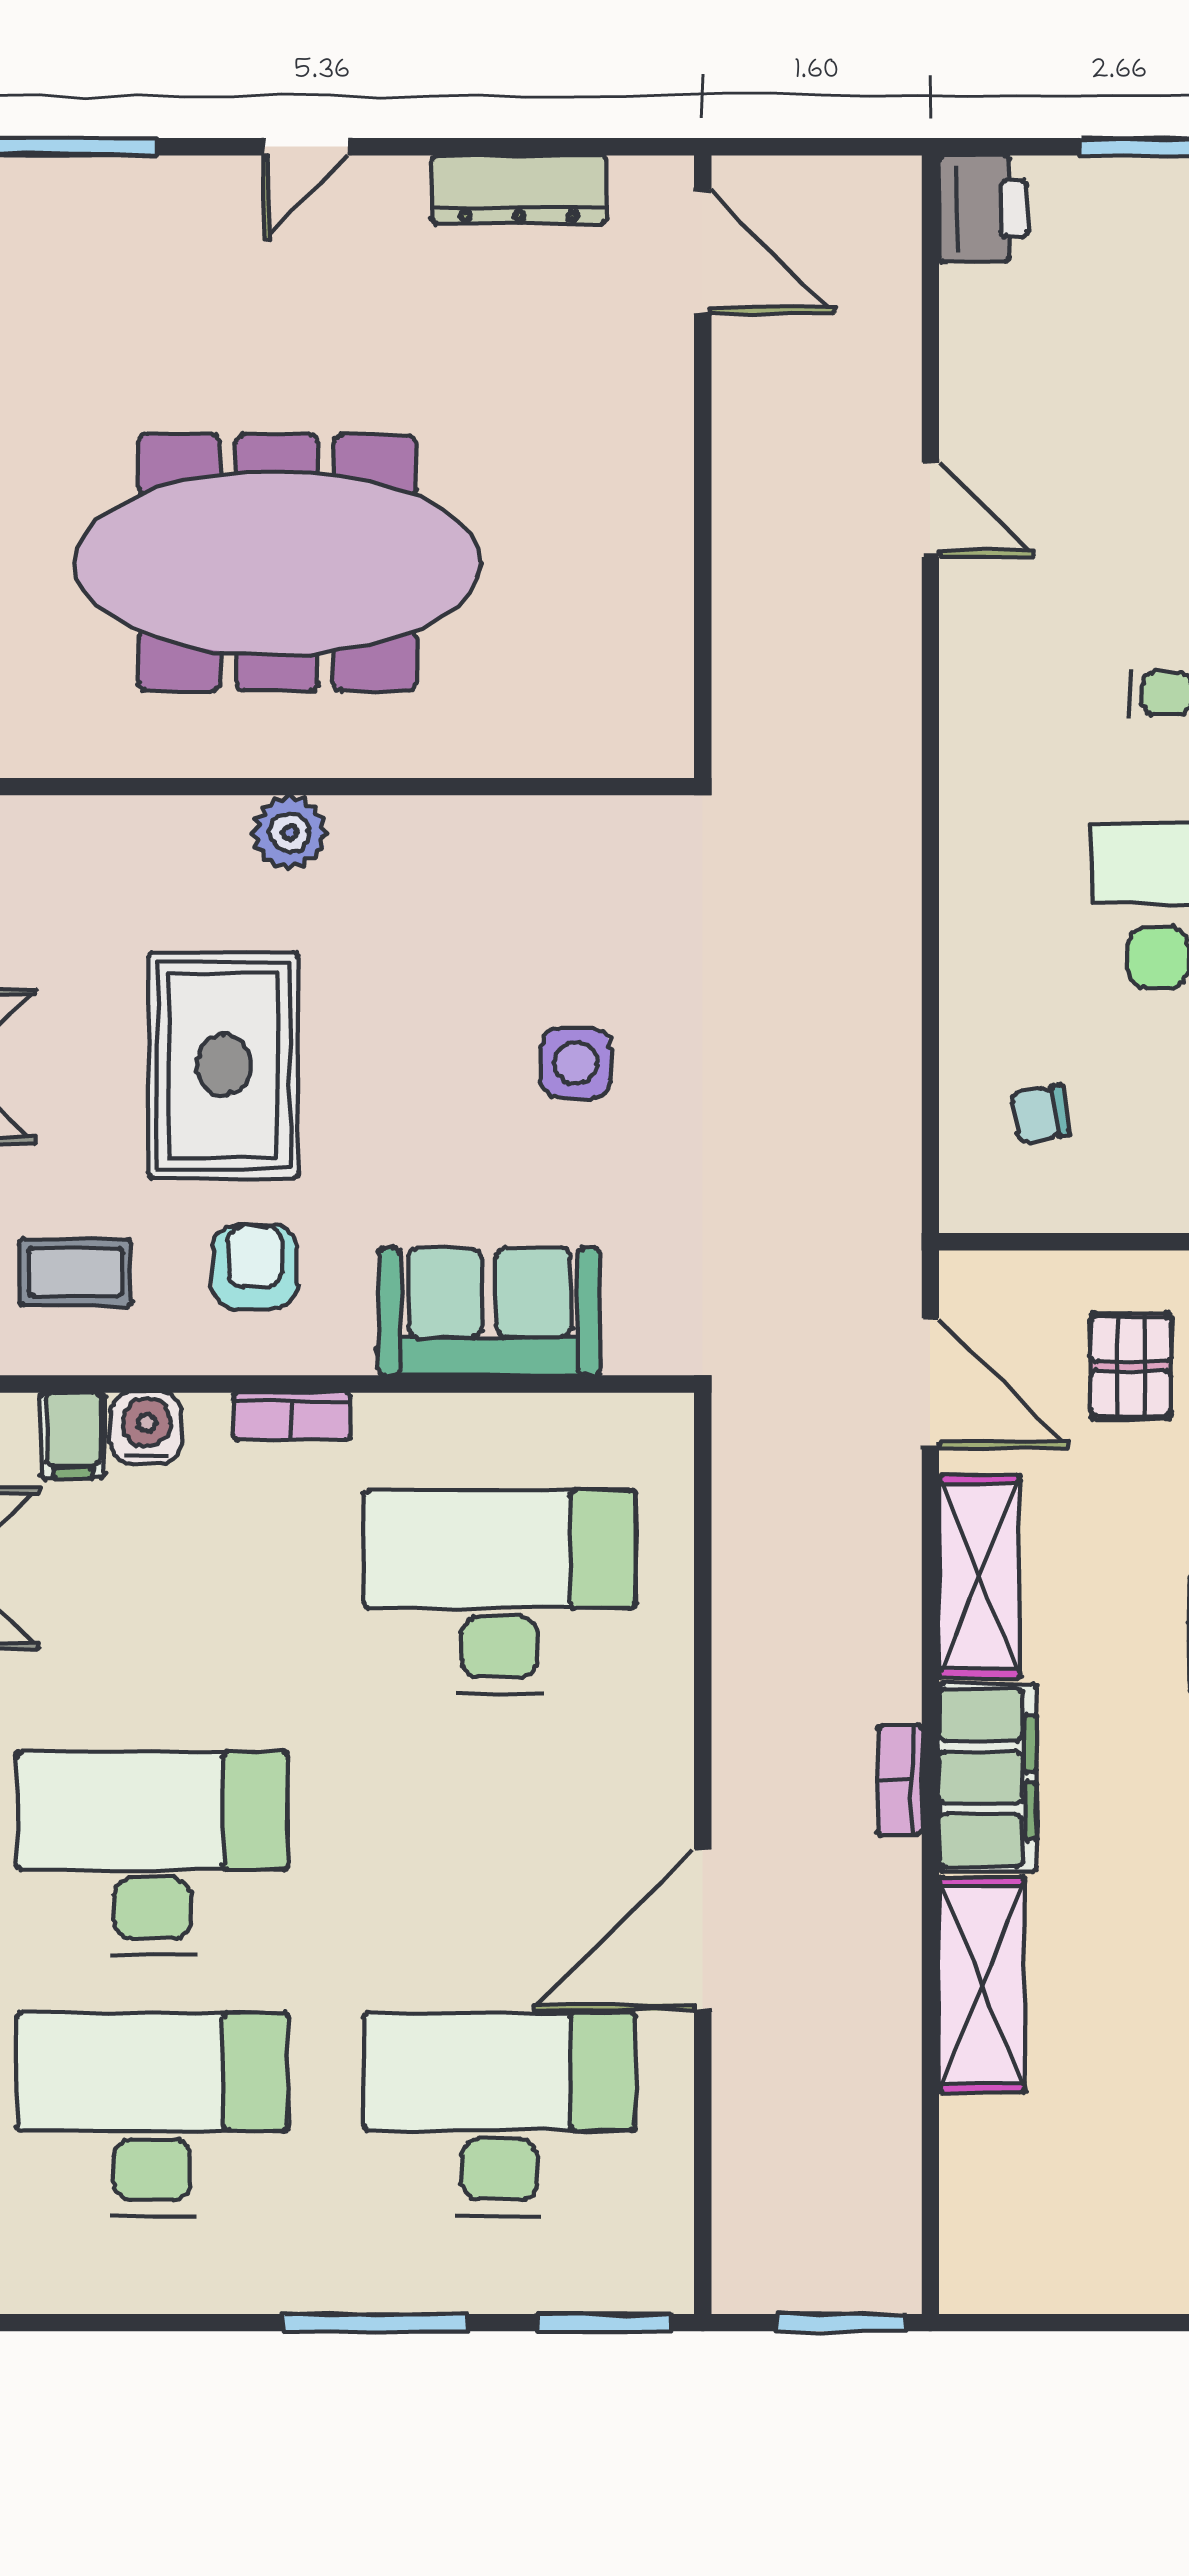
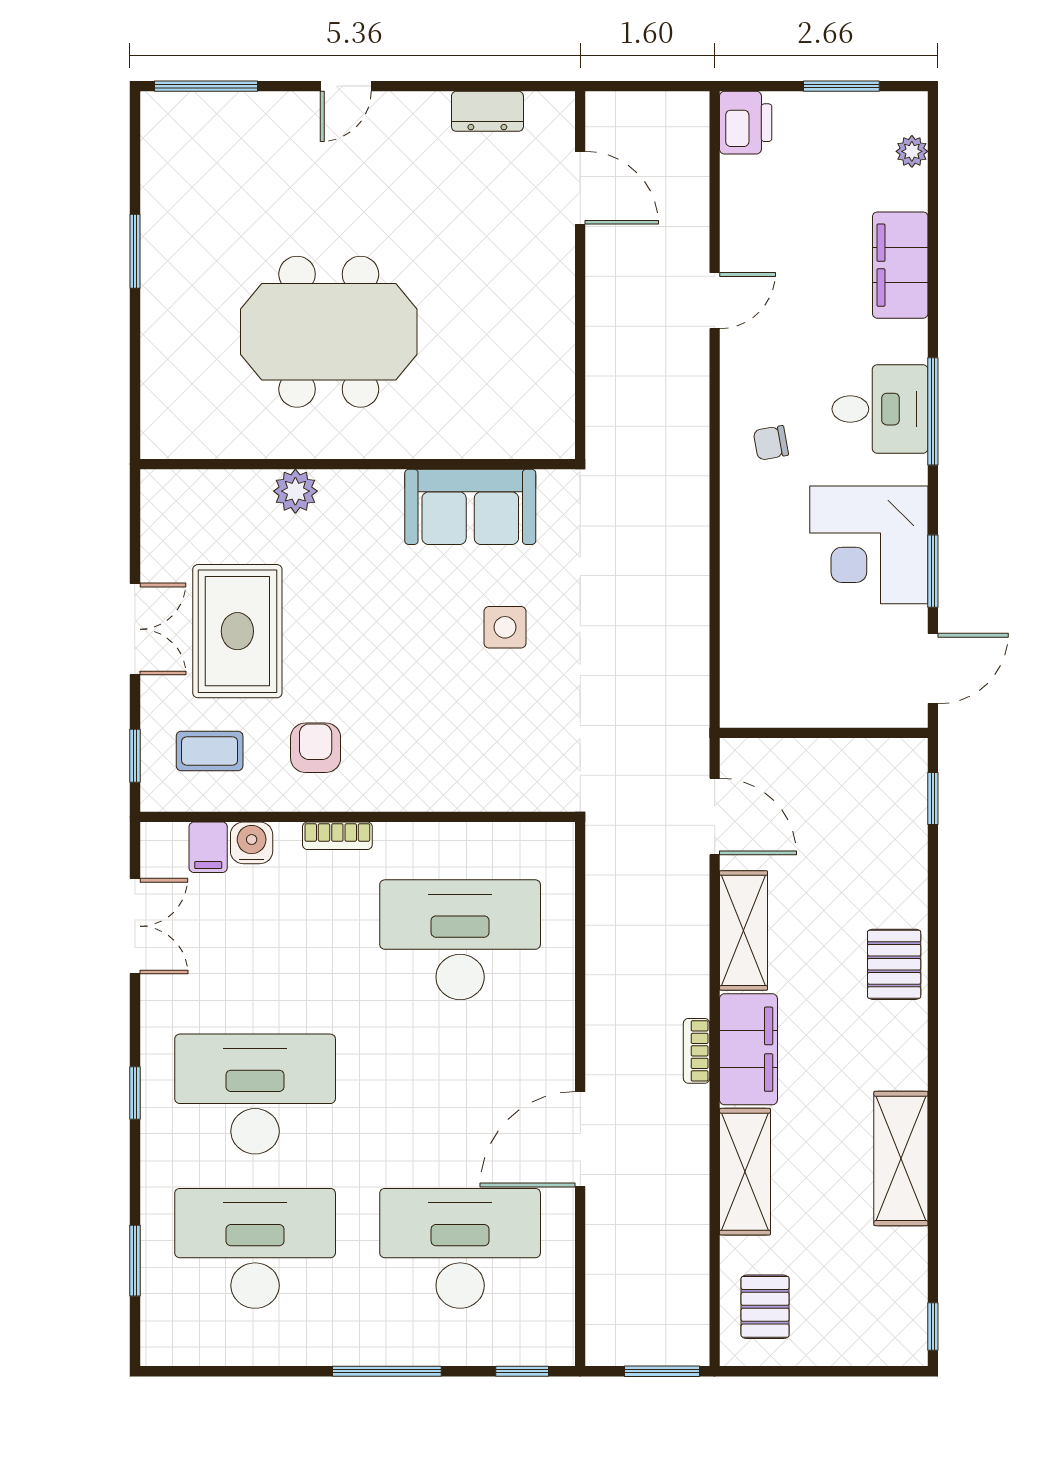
dresser: (519, 189) -> (487, 111), width x0.70
door: (703, 252) -> (580, 188), moved
door: (930, 510) -> (715, 301), hinge flipped
meeting table: (277, 563) -> (329, 332), width x0.73
plant: (290, 833) -> (295, 491), moved
rug: (223, 1065) -> (237, 631), moved
chair: (1040, 1114) -> (771, 443), moved
sofa: (489, 1311) -> (470, 507), moved, turned 180
pallet: (1131, 1366) -> (765, 1307), moved
window: (605, 2323) -> (522, 1371), width x0.67

